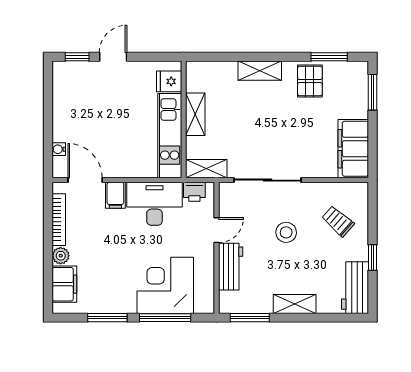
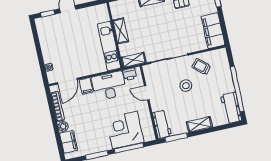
fridge: (169, 81) -> (102, 16), removed
door: (85, 180) -> (67, 81), swing flipped
trolley: (338, 221) -> (201, 67), moved
door: (216, 230) -> (147, 93), swing flipped
window: (373, 258) -> (237, 89), width x3.17
workbench: (231, 267) -> (162, 124), moved

